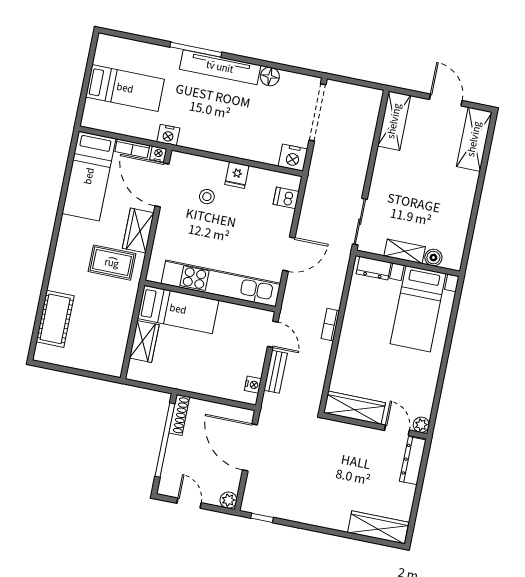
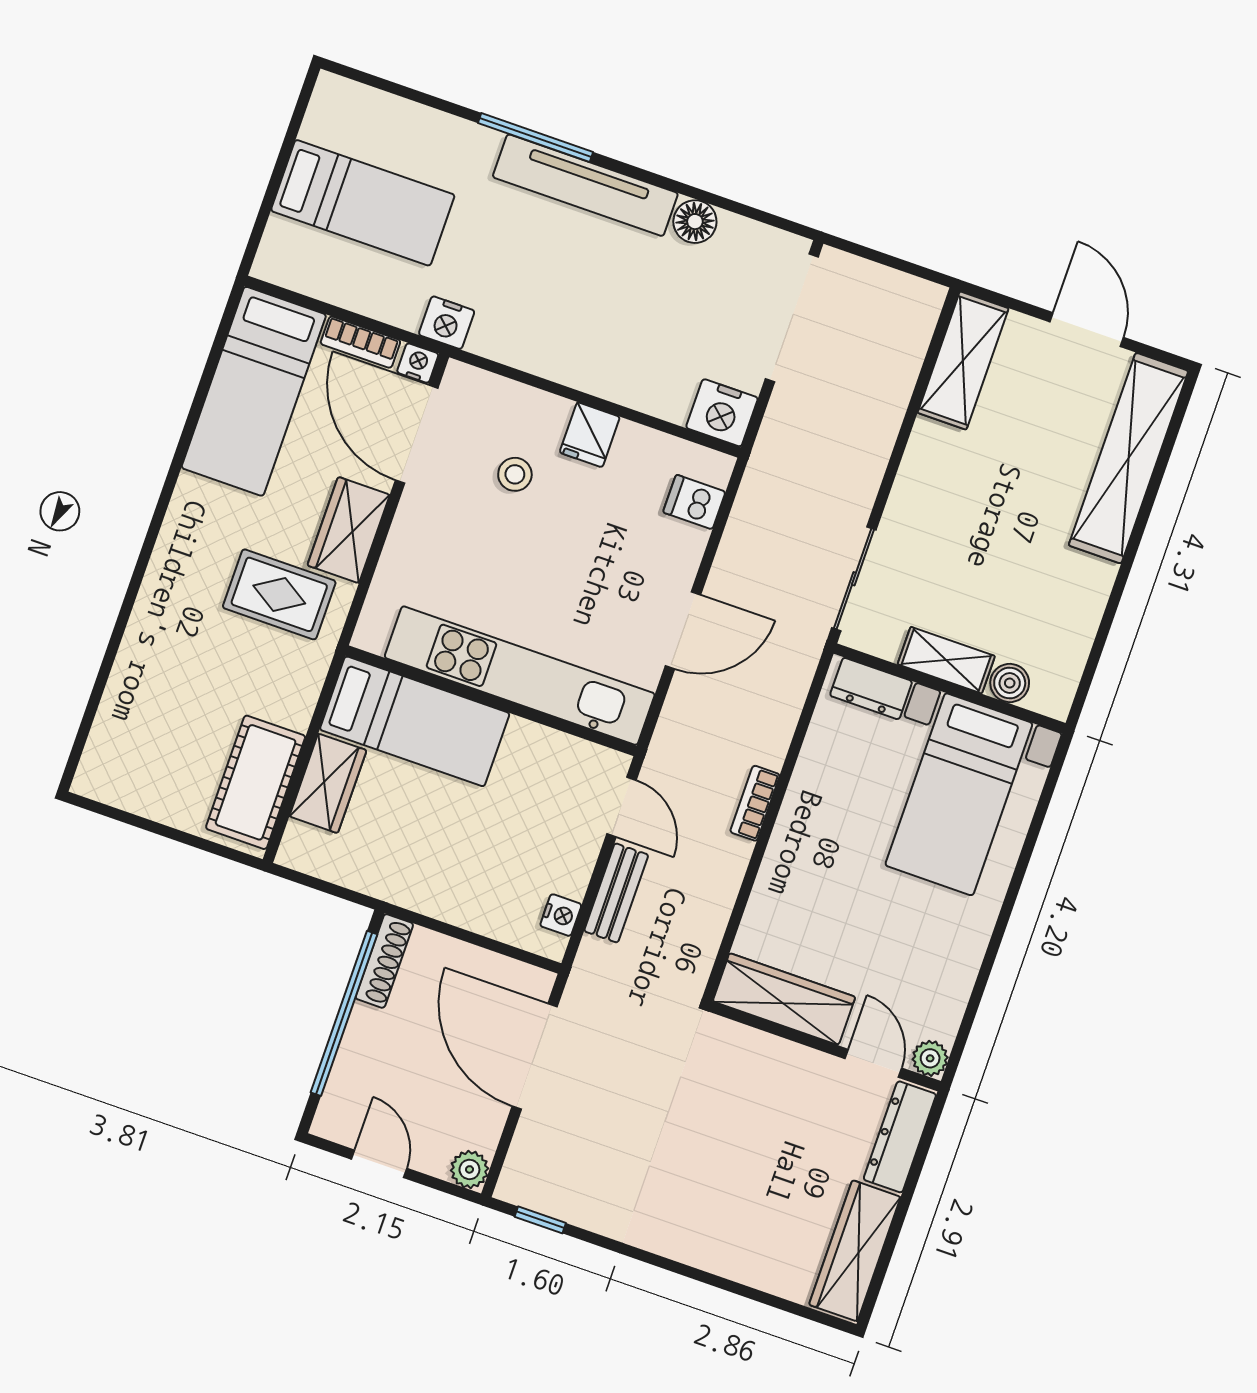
shelving: (474, 139) -> (1128, 458), width x1.47
cot: (55, 319) -> (256, 782), moved
wardrobe: (378, 527) -> (855, 1251), moved, turned -90

